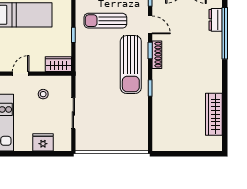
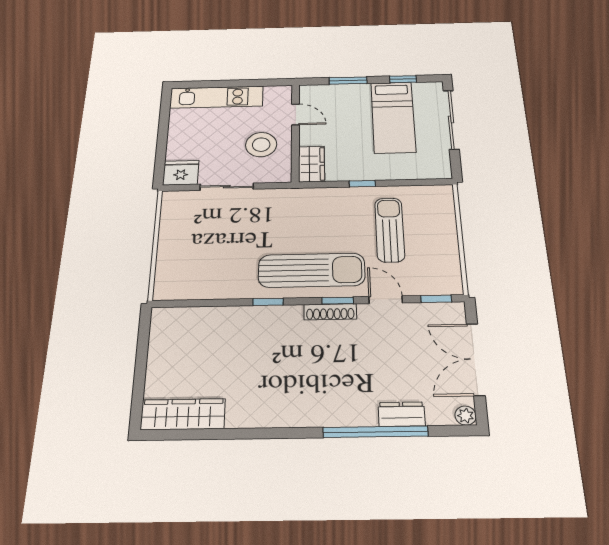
door: (150, 25) -> (386, 300), swing flipped
sun lounger: (131, 65) -> (312, 270), turned 180
stool: (43, 94) -> (261, 145), width x1.89, depth x1.89
wardrobe: (214, 114) -> (183, 414), moved
fridge: (43, 142) -> (181, 173), moved, turned -90

